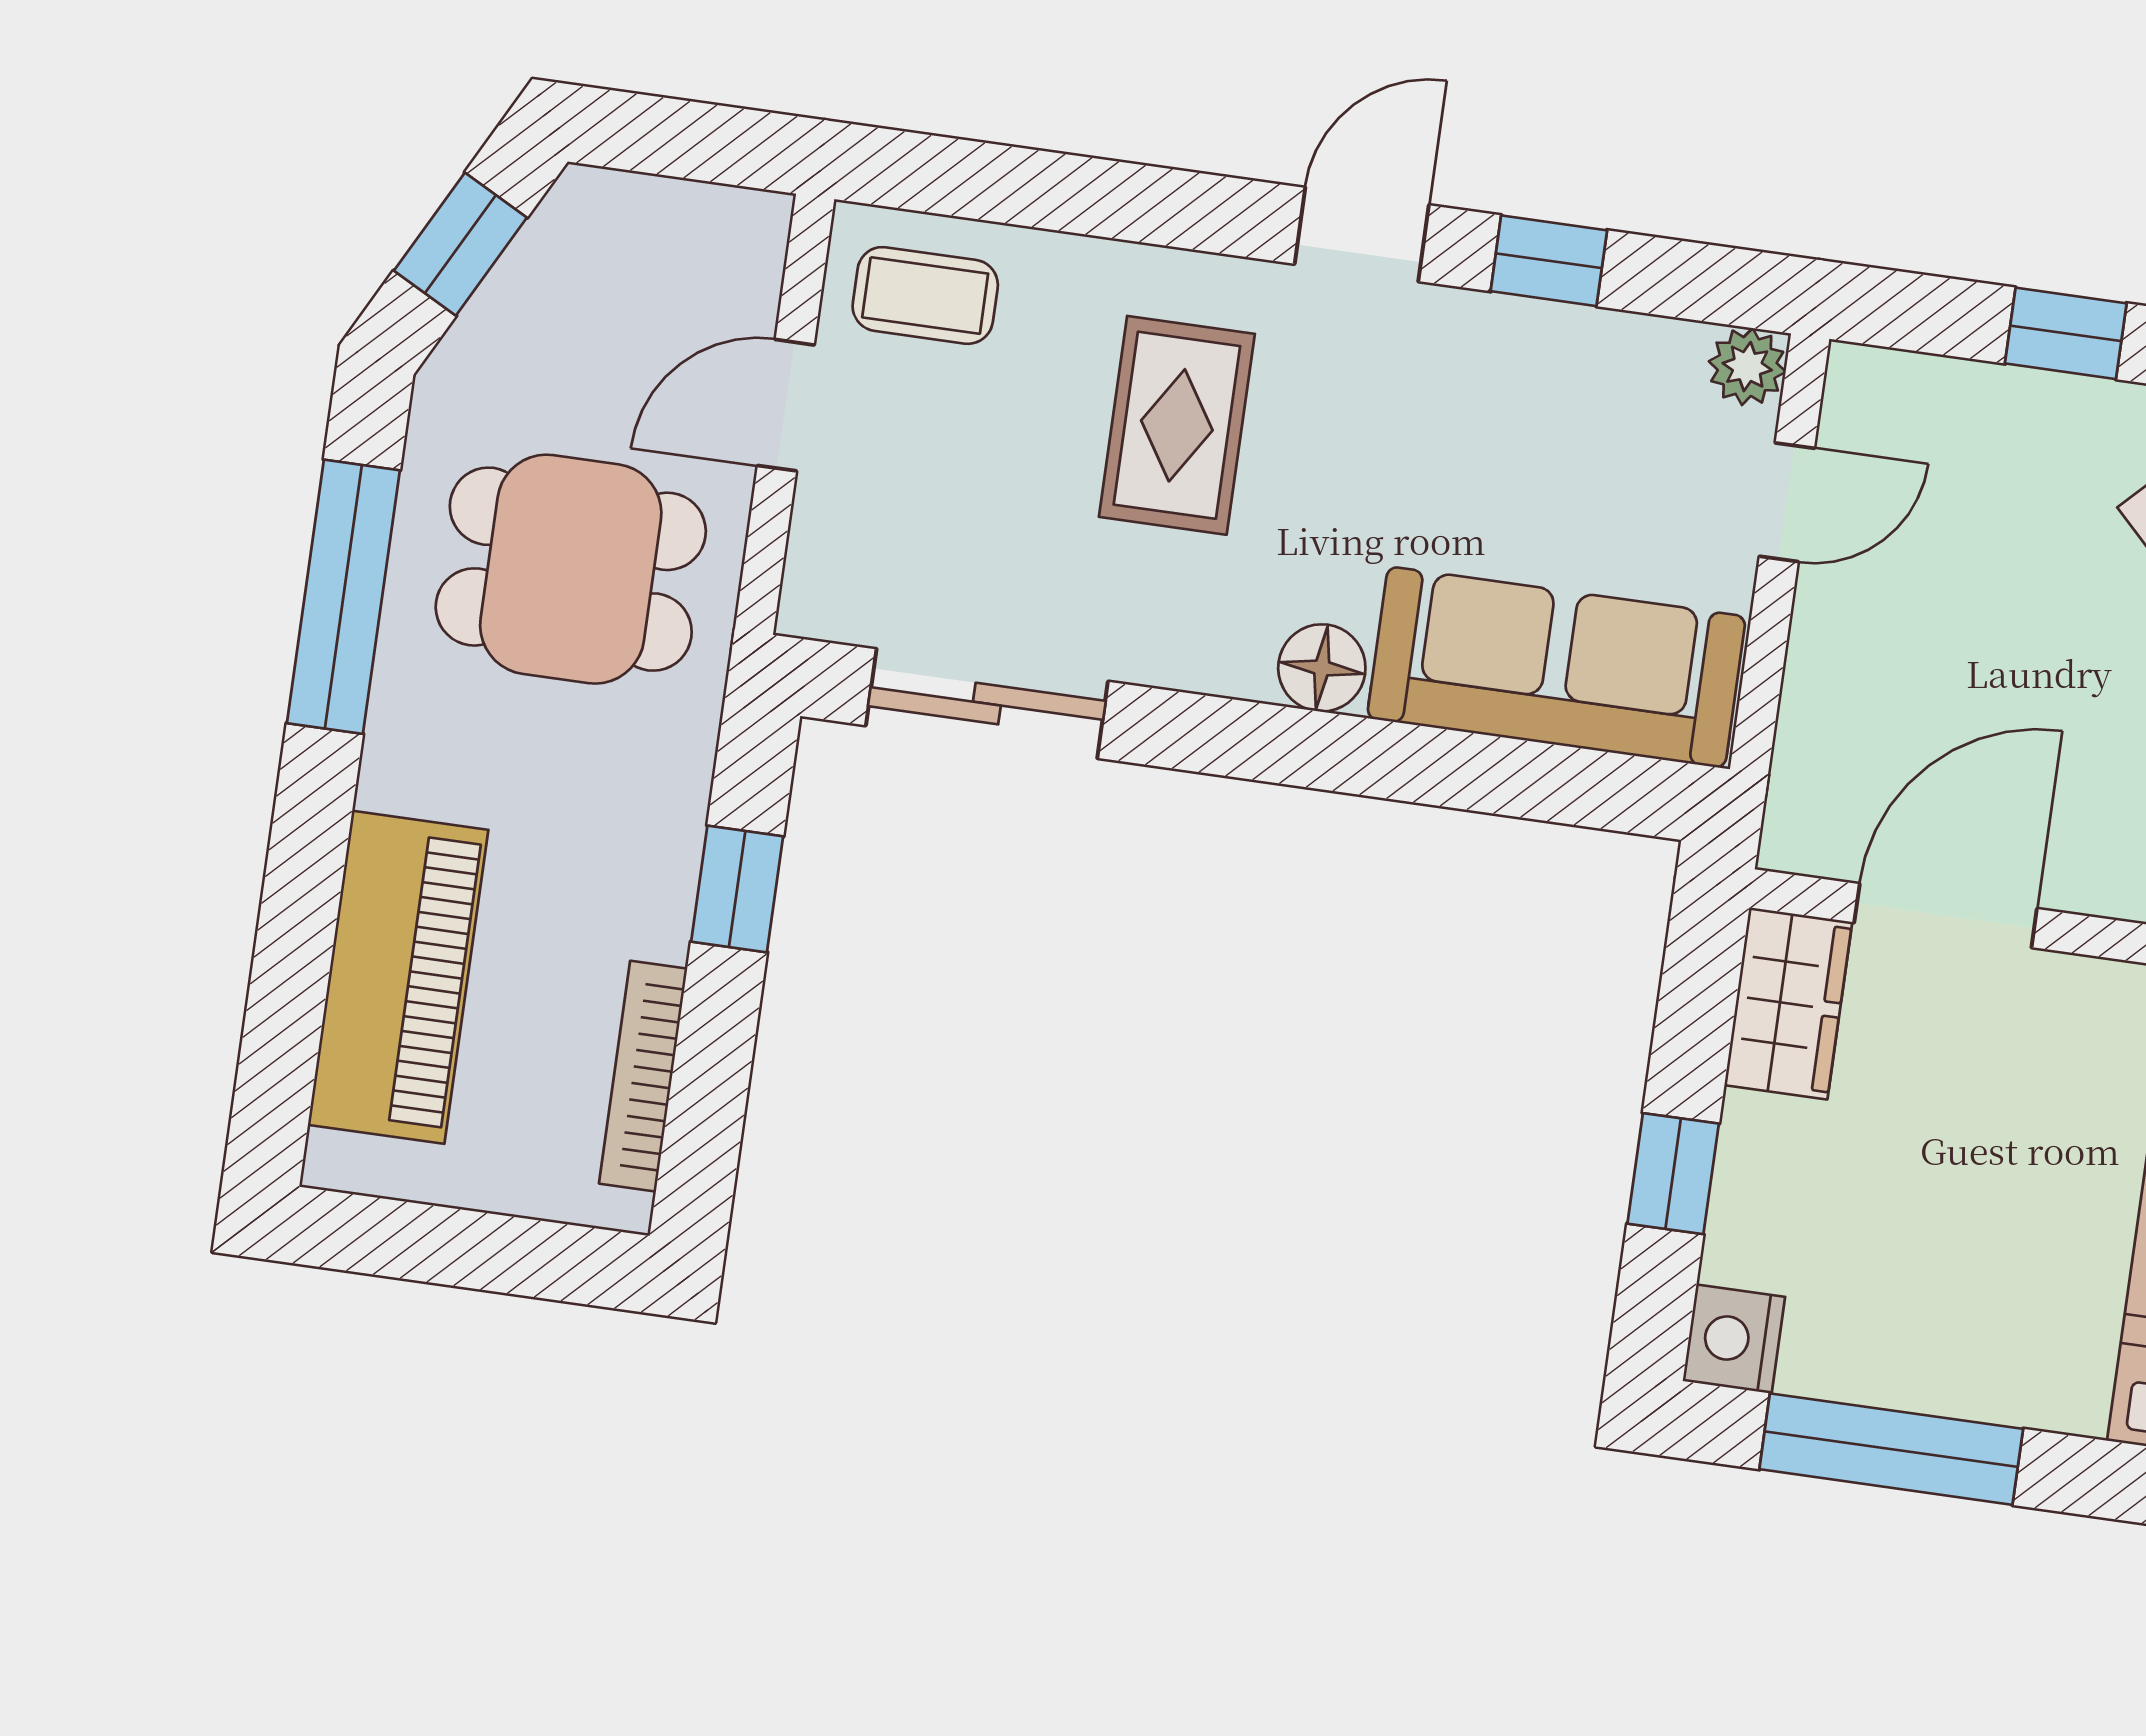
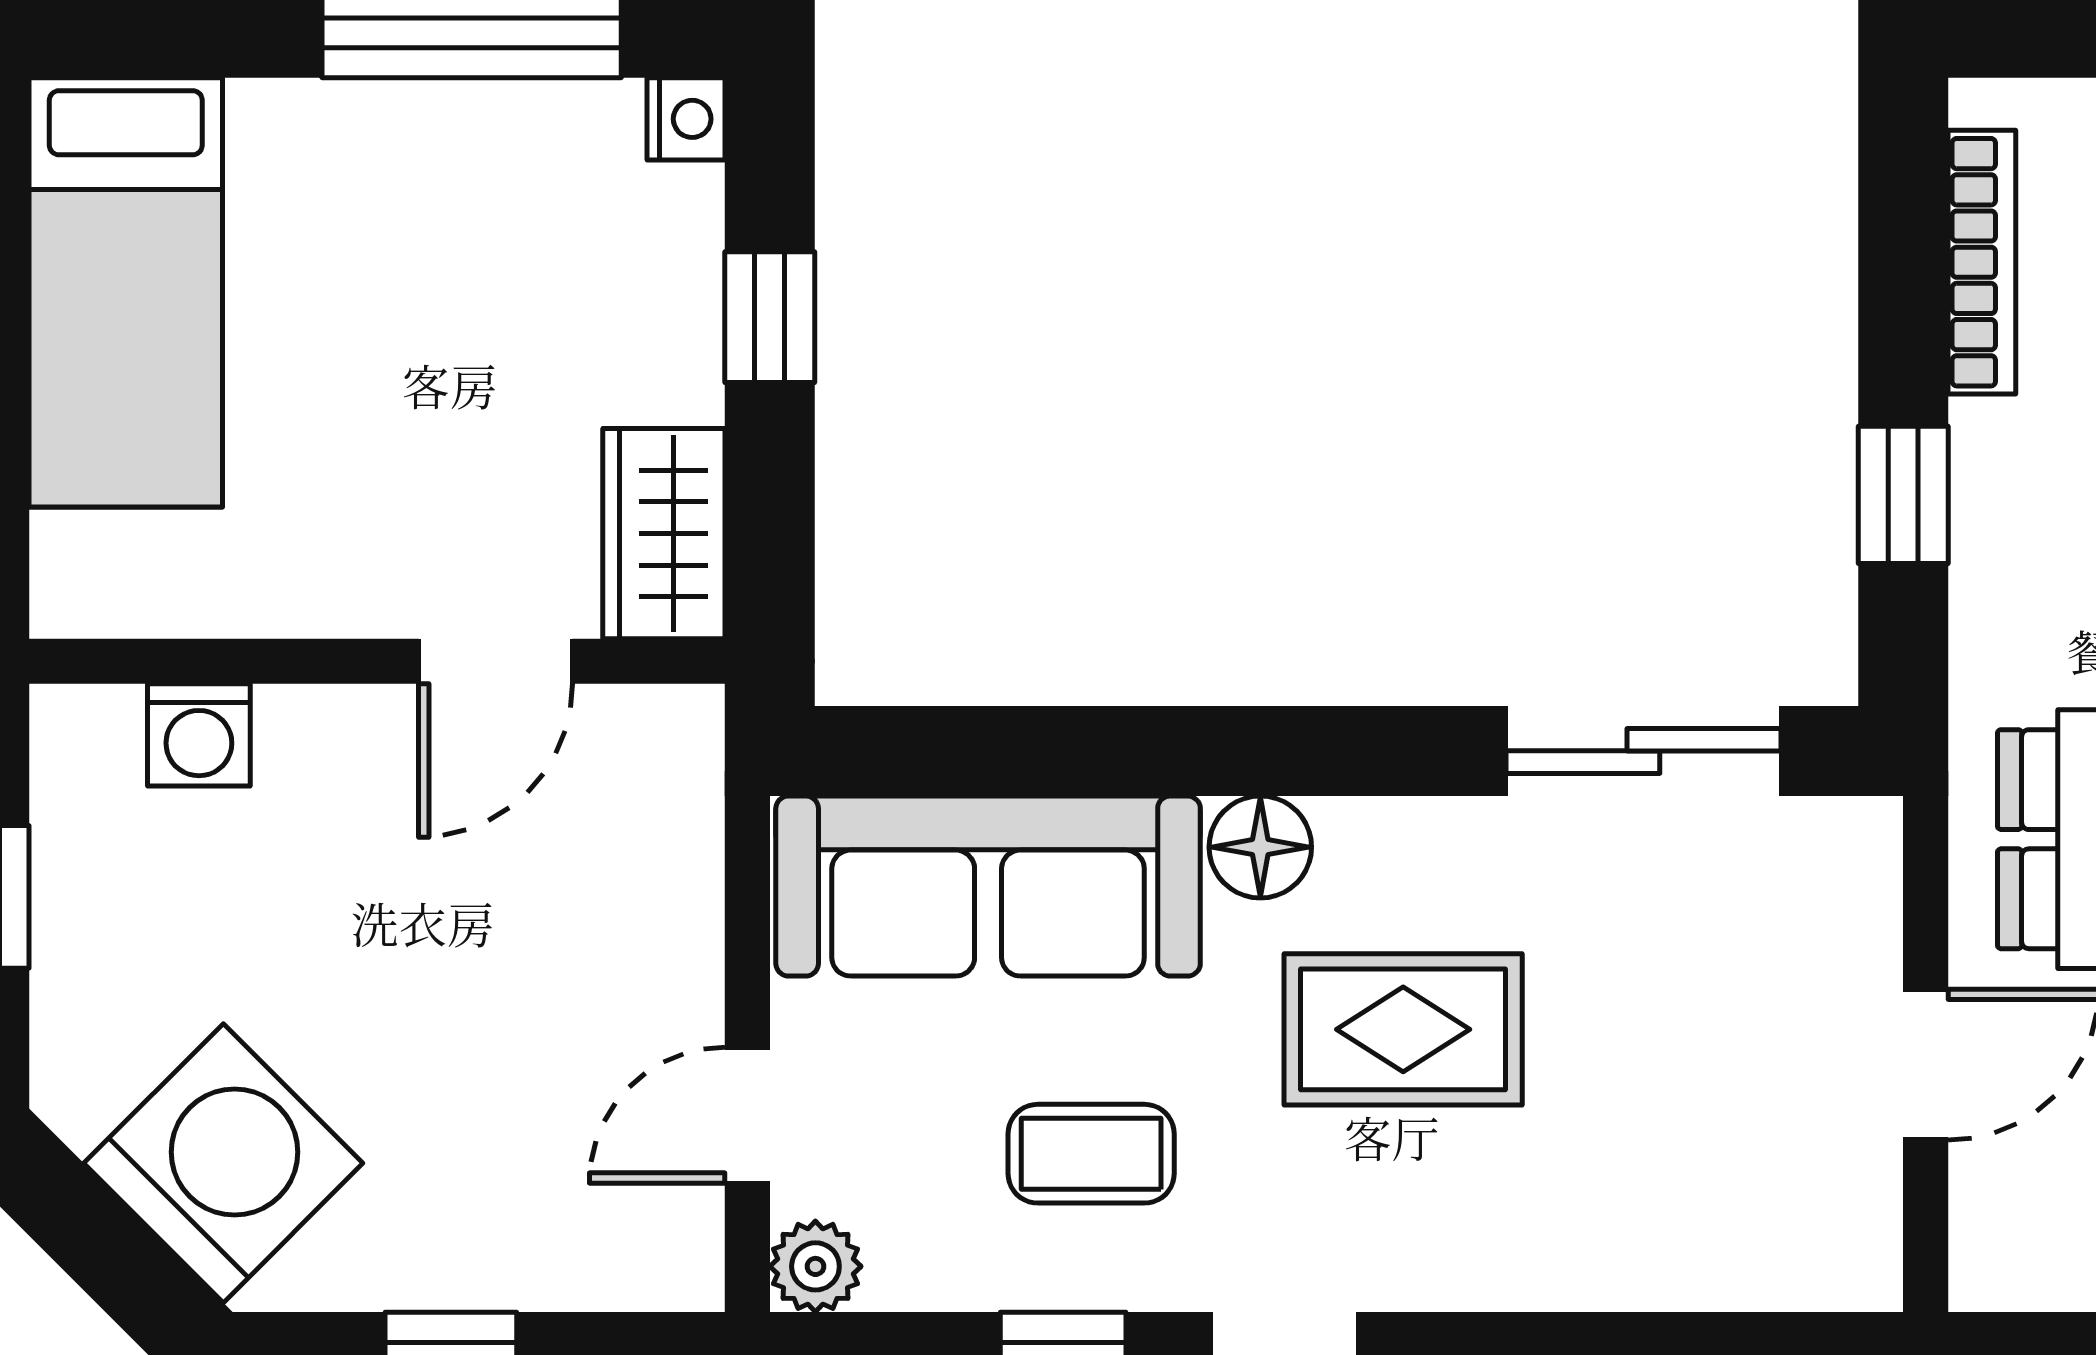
coffee table: (925, 295) -> (1091, 1154), moved
rug: (1177, 425) -> (1403, 1029), moved, turned 90
door: (1946, 916) -> (496, 661), width x0.73
nightstand: (1734, 1339) -> (686, 119), width x0.72, depth x0.74

